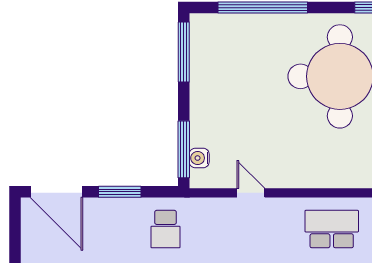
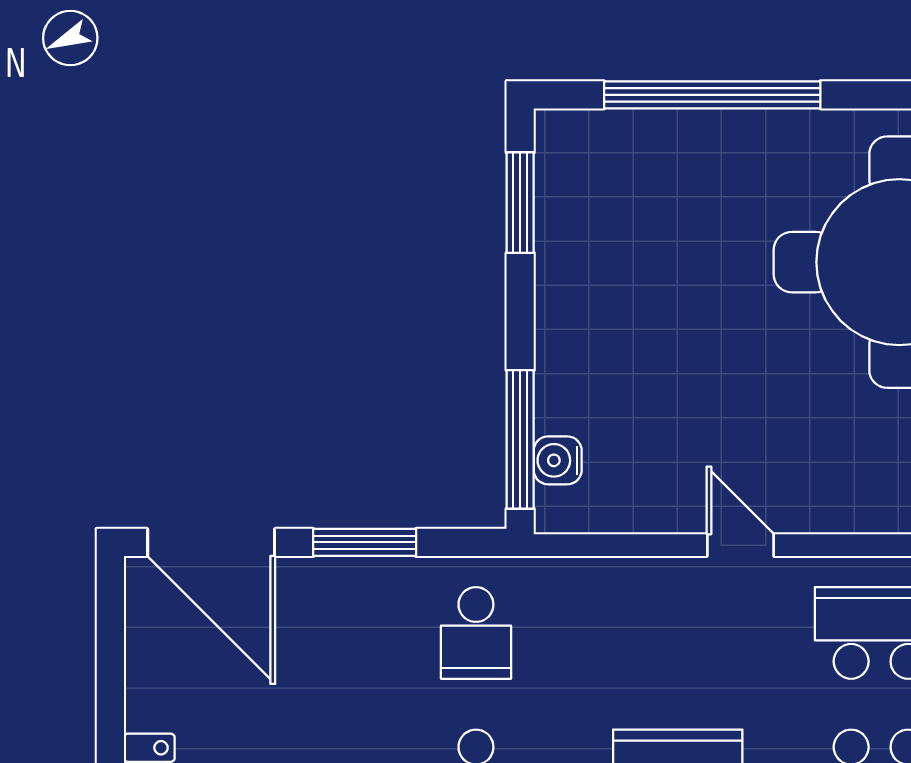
window: (184, 52) -> (520, 203), width x0.69
door: (251, 193) -> (740, 545), moved

